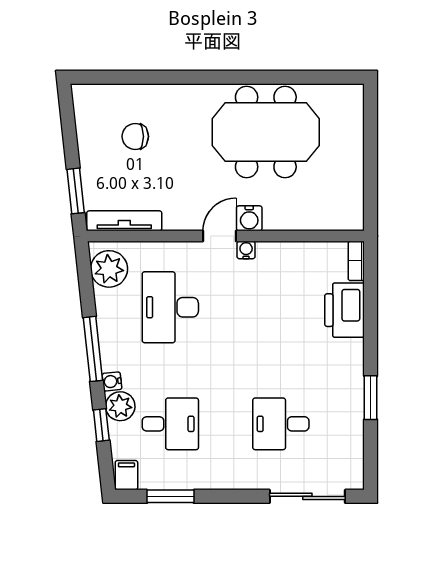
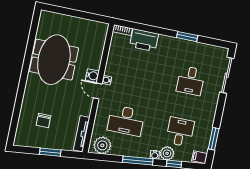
window: (76, 191) -> (50, 152), moved

